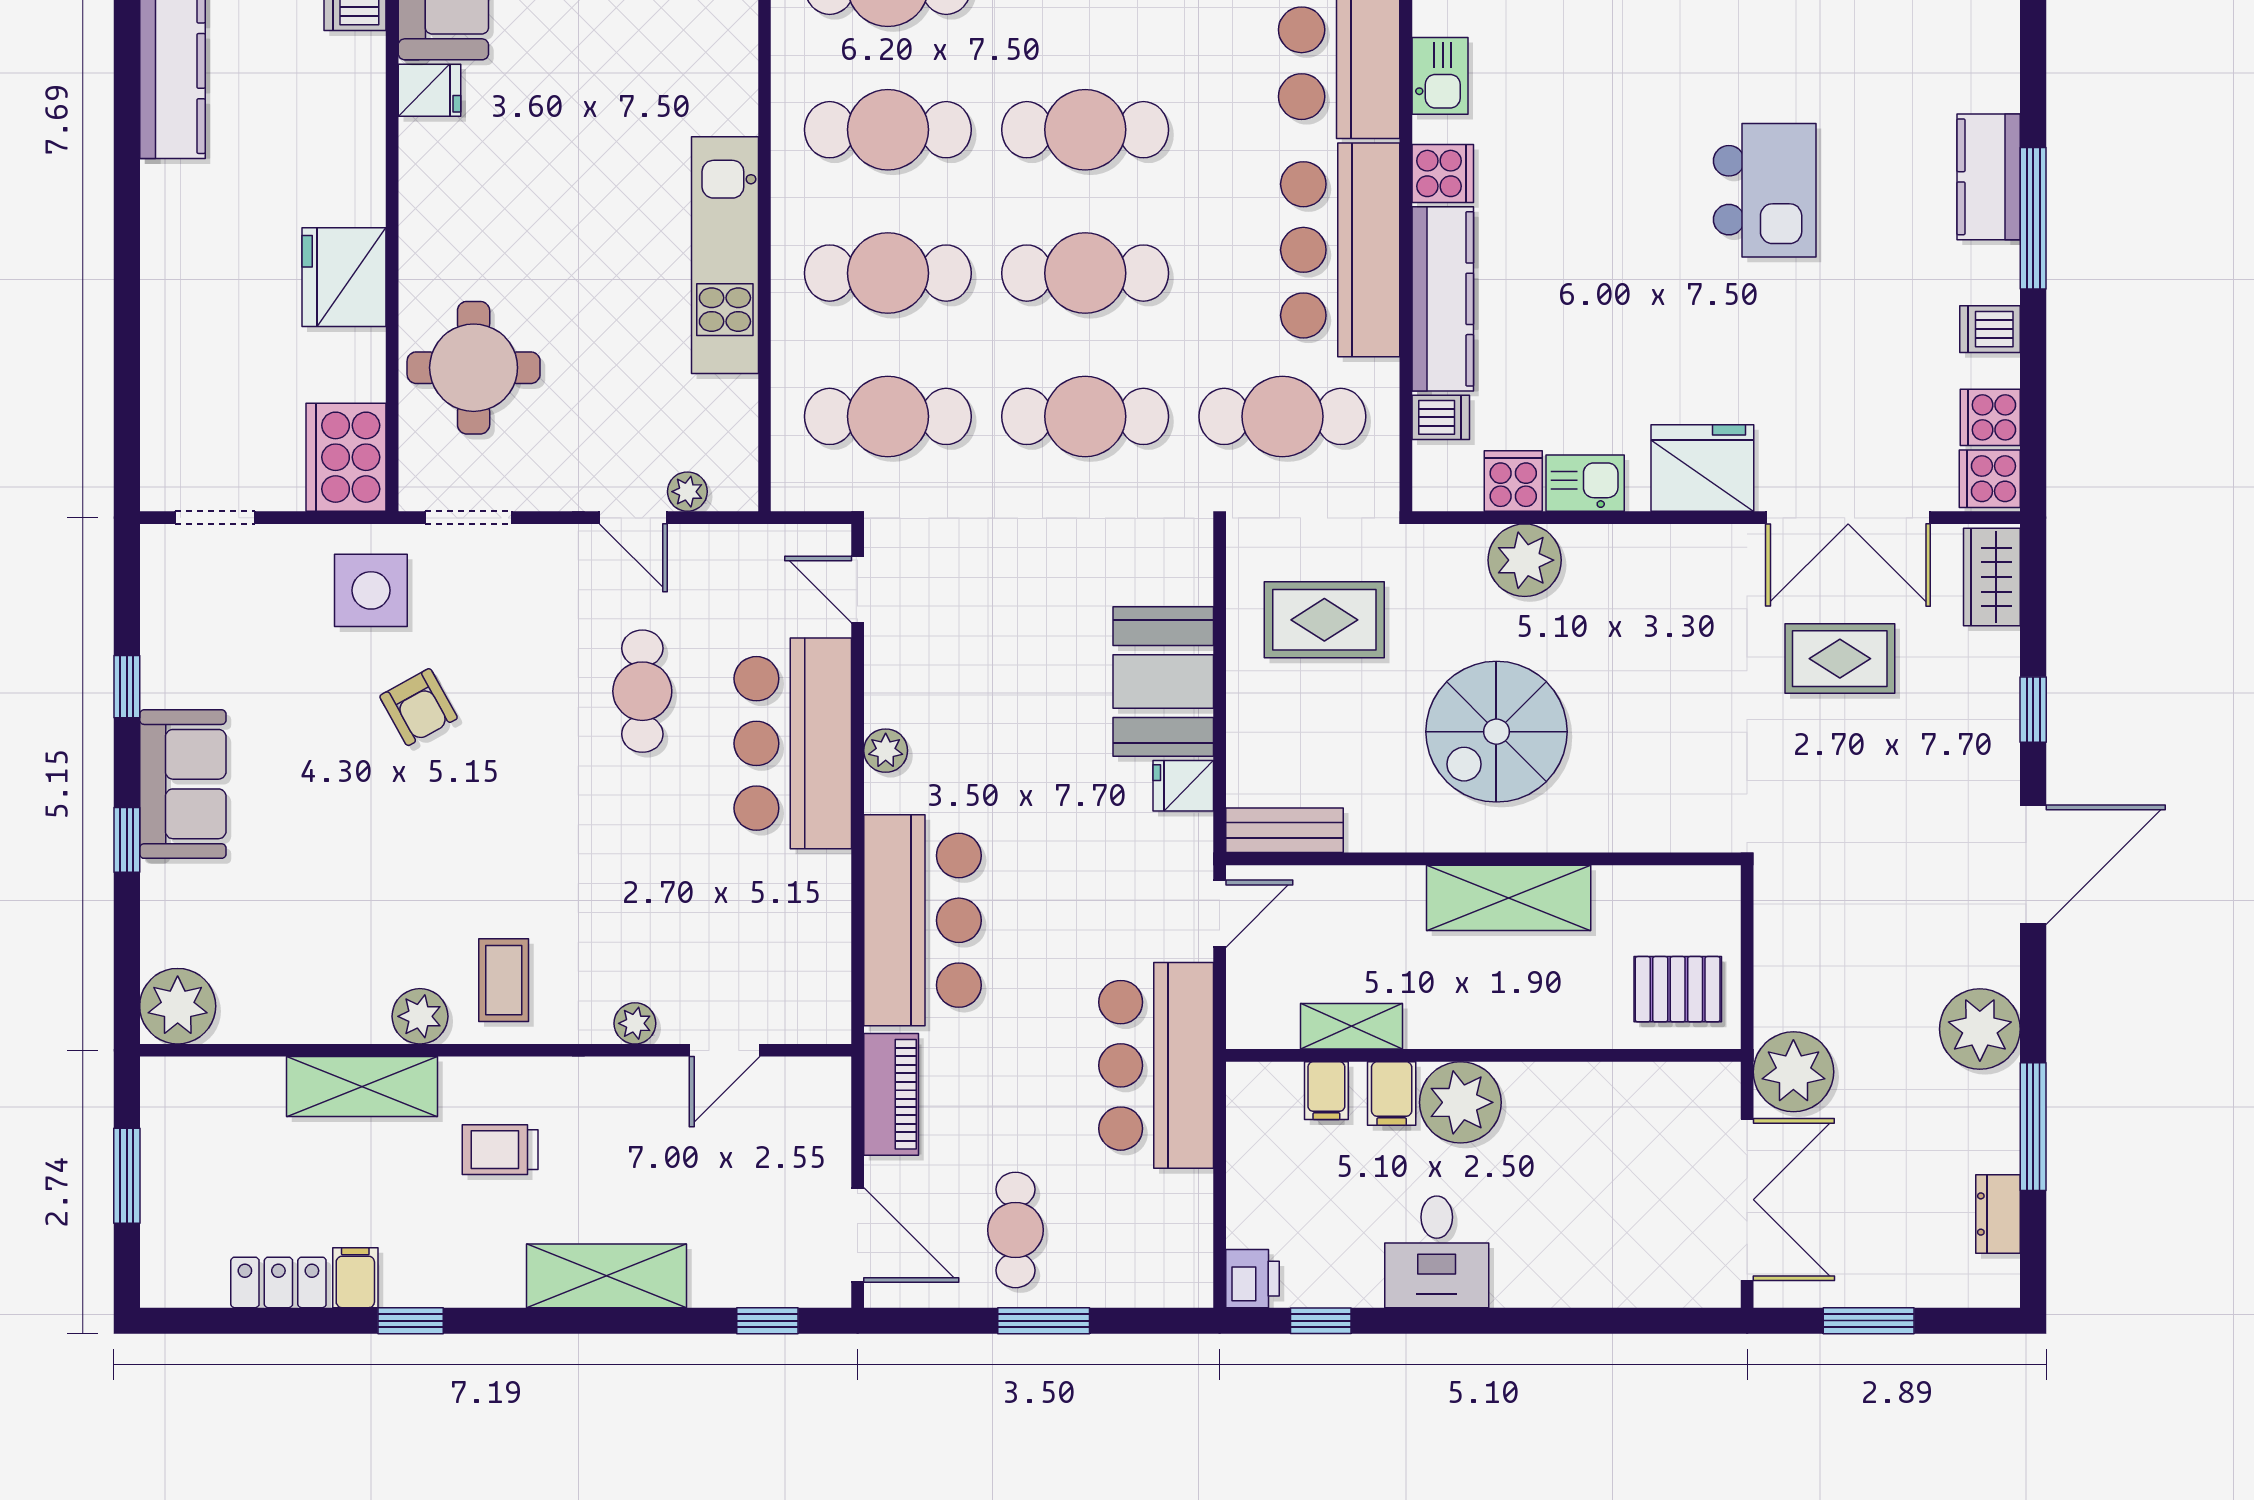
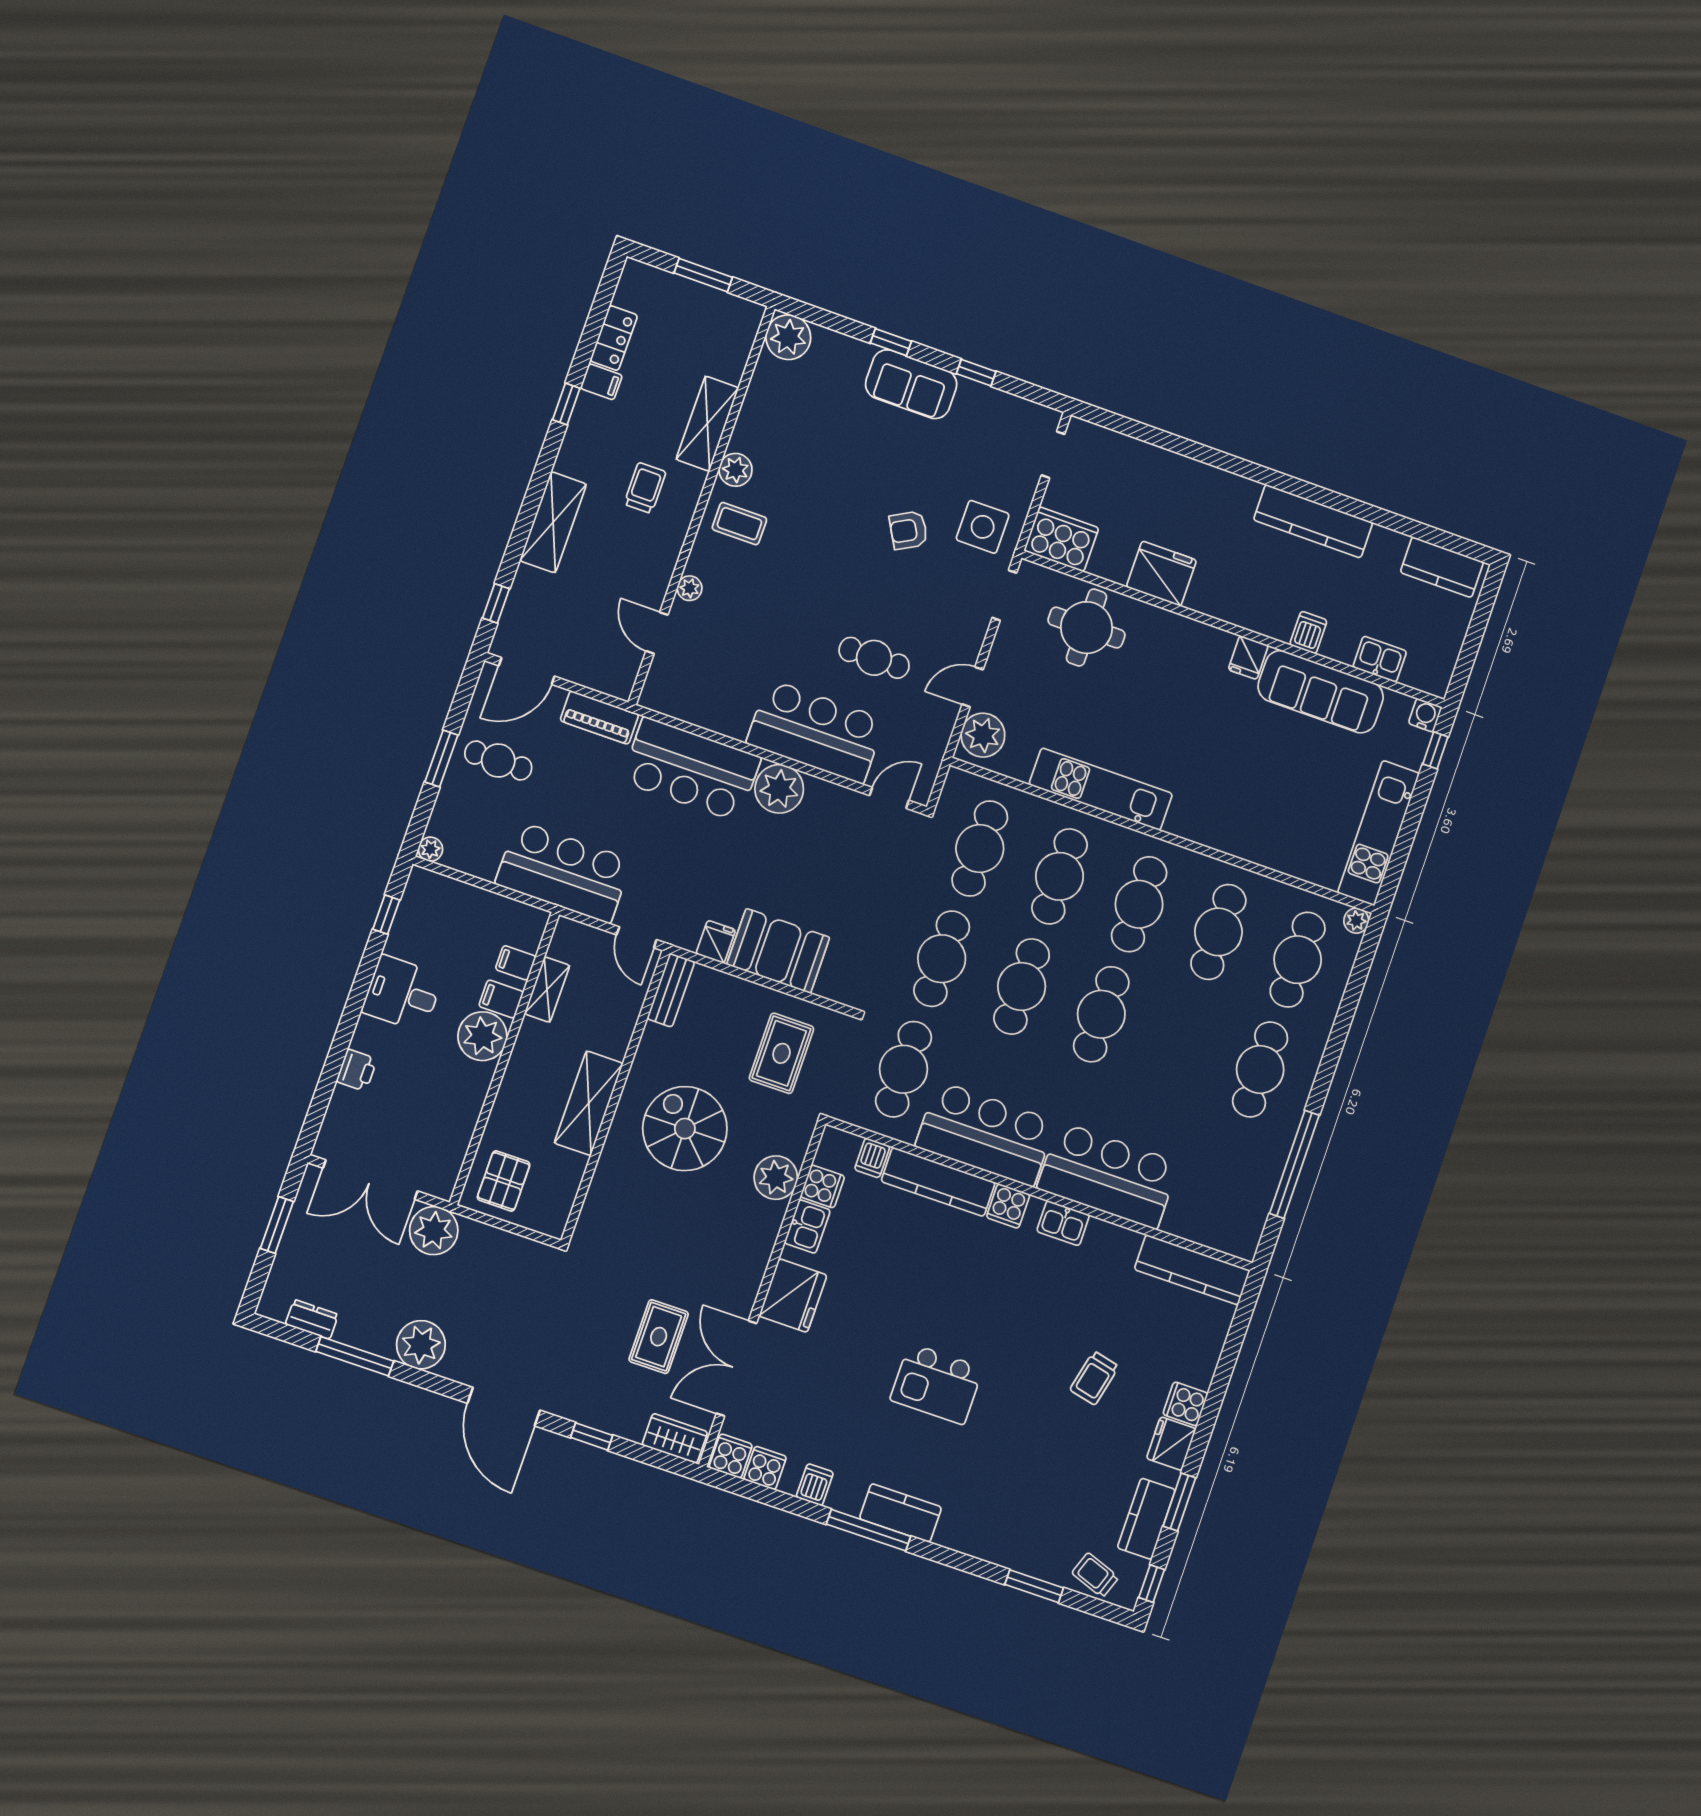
plant: (687, 492) -> (983, 735), width x1.87, depth x1.87
plant: (886, 751) -> (779, 789), width x1.87, depth x1.87
printer: (1252, 1279) -> (357, 1070), moved, turned -90
plant: (1193, 1288) -> (430, 849), added

